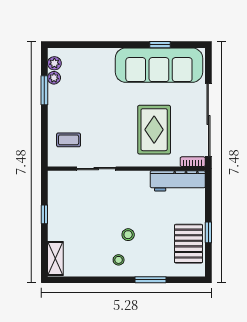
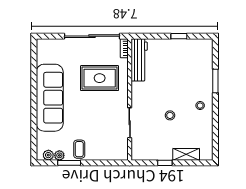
window: (160, 45) -> (34, 74), removed
sofa: (159, 65) -> (50, 98), moved
coffee table: (69, 140) -> (79, 149), moved
stool: (128, 235) -> (170, 115), moved
pallet: (188, 244) -> (188, 52), removed
shelving: (55, 259) -> (186, 154), moved

